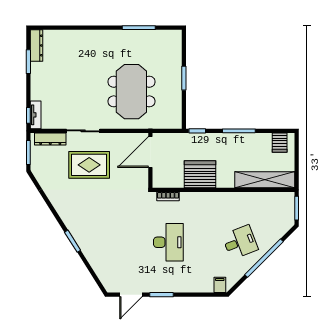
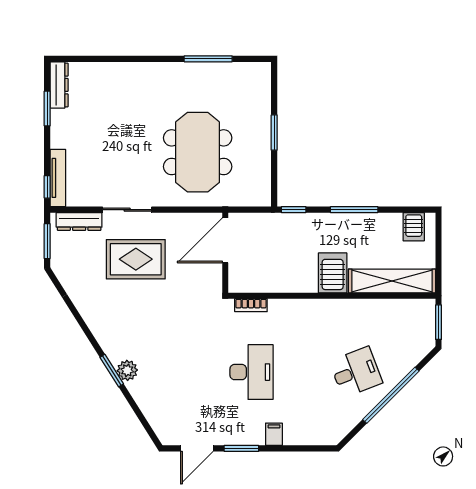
tv unit: (36, 115) -> (58, 178), width x1.41
server rack: (200, 174) -> (333, 273), moved, width x0.62
plant: (83, 241) -> (127, 370), added
filing cabinet: (220, 285) -> (274, 434), moved

